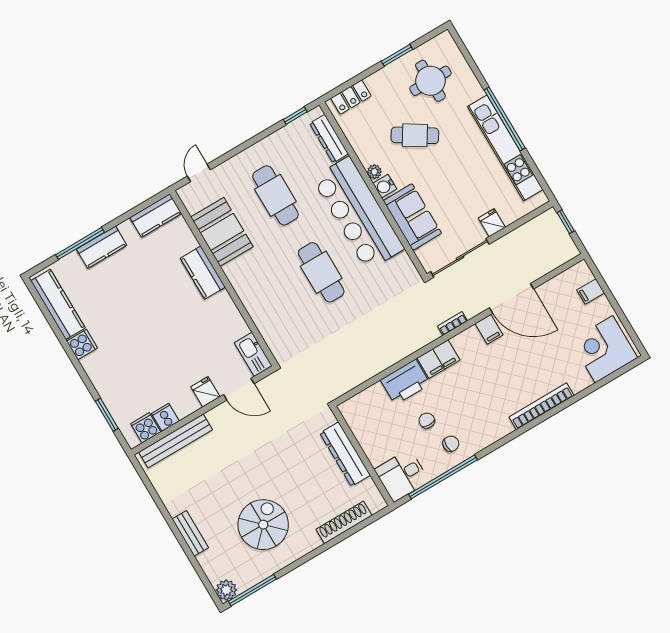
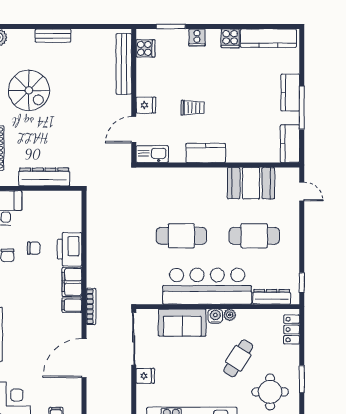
window: (80, 243) -> (302, 108), moved
kitchen counter: (203, 273) -> (206, 153), moved
bookcase: (453, 323) -> (91, 306), width x1.56
filing cabinet: (489, 329) -> (72, 305), moved
trolley: (179, 341) -> (193, 108), added
cooker: (165, 417) -> (197, 37), moved, turned 90

